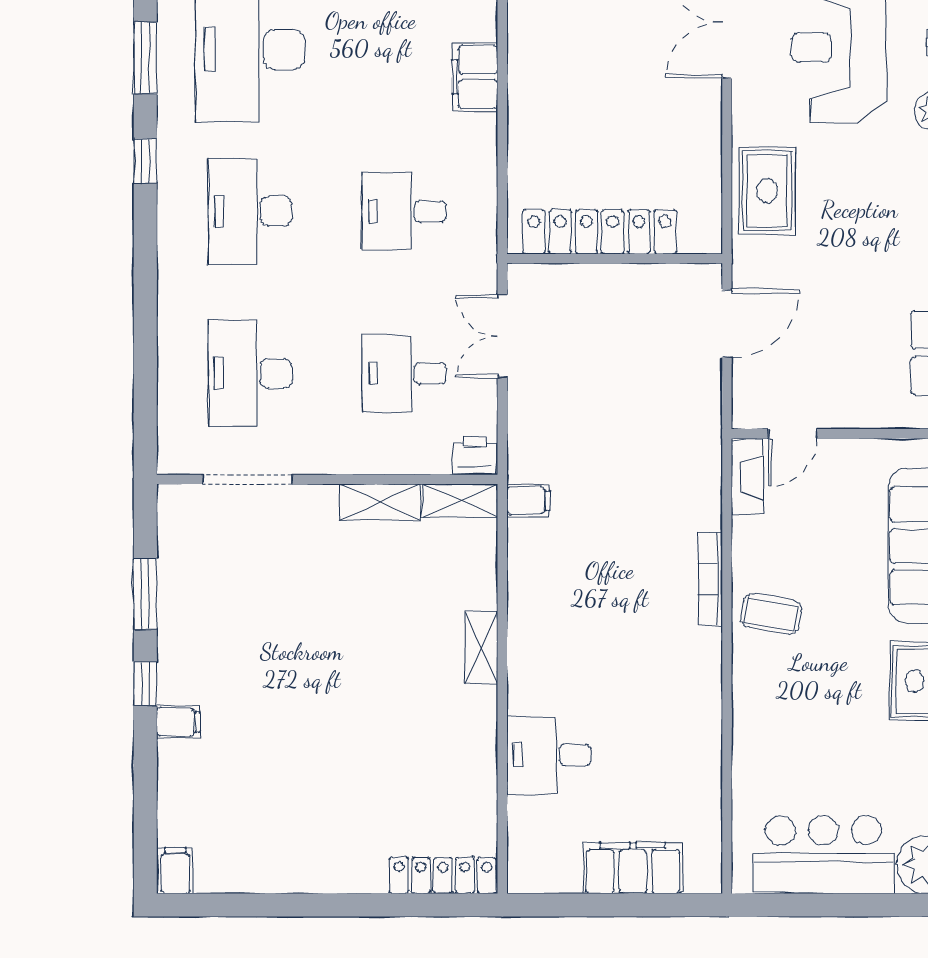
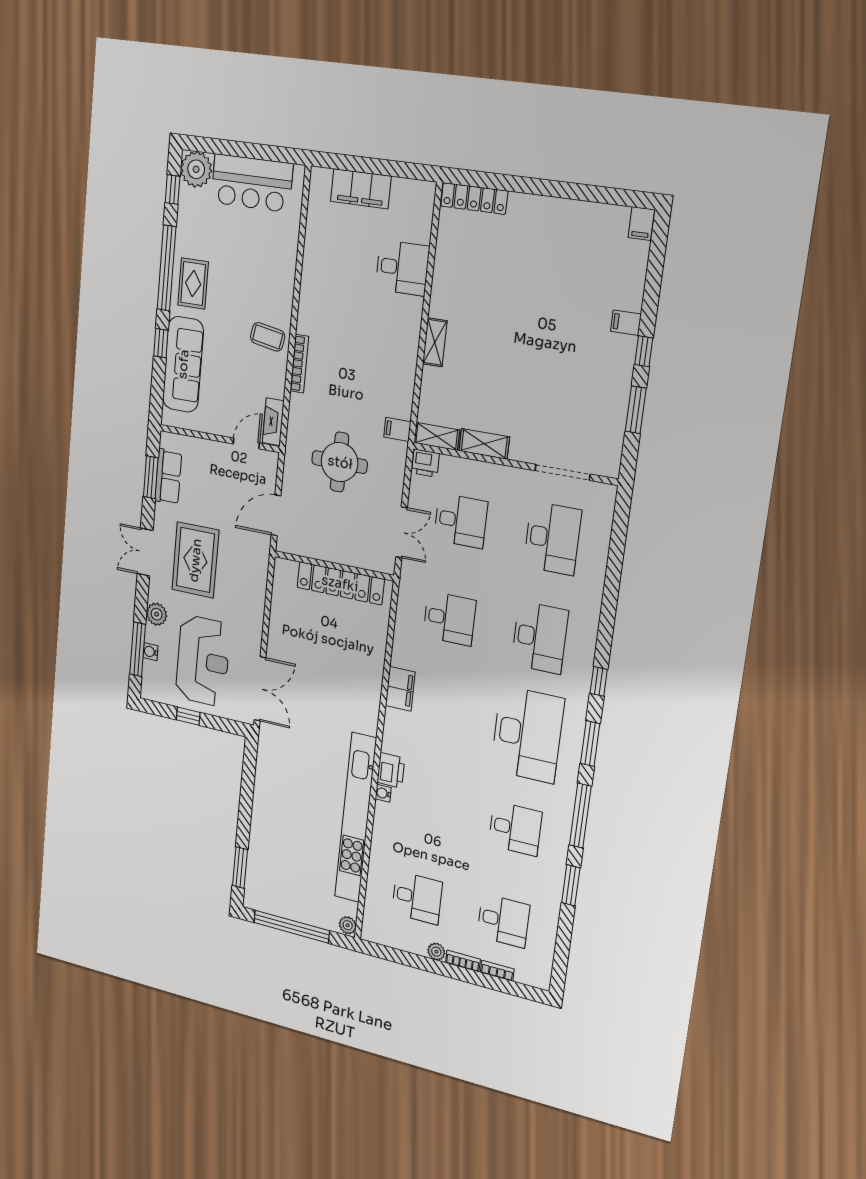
rug: (767, 191) -> (195, 560), moved, width x1.36, depth x1.43
round table: (623, 431) -> (340, 462), added

